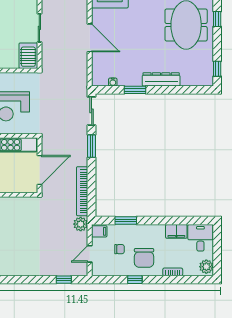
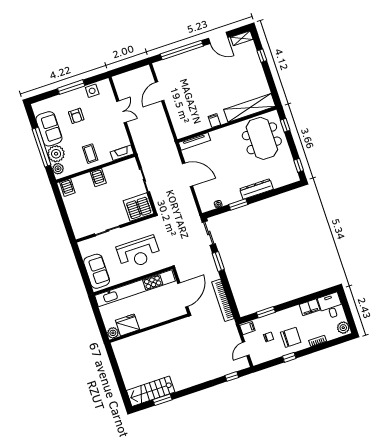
server rack: (28, 56) -> (138, 207), width x1.60
plant: (81, 224) -> (230, 327), removed
chair: (144, 258) -> (291, 337), turned -90

